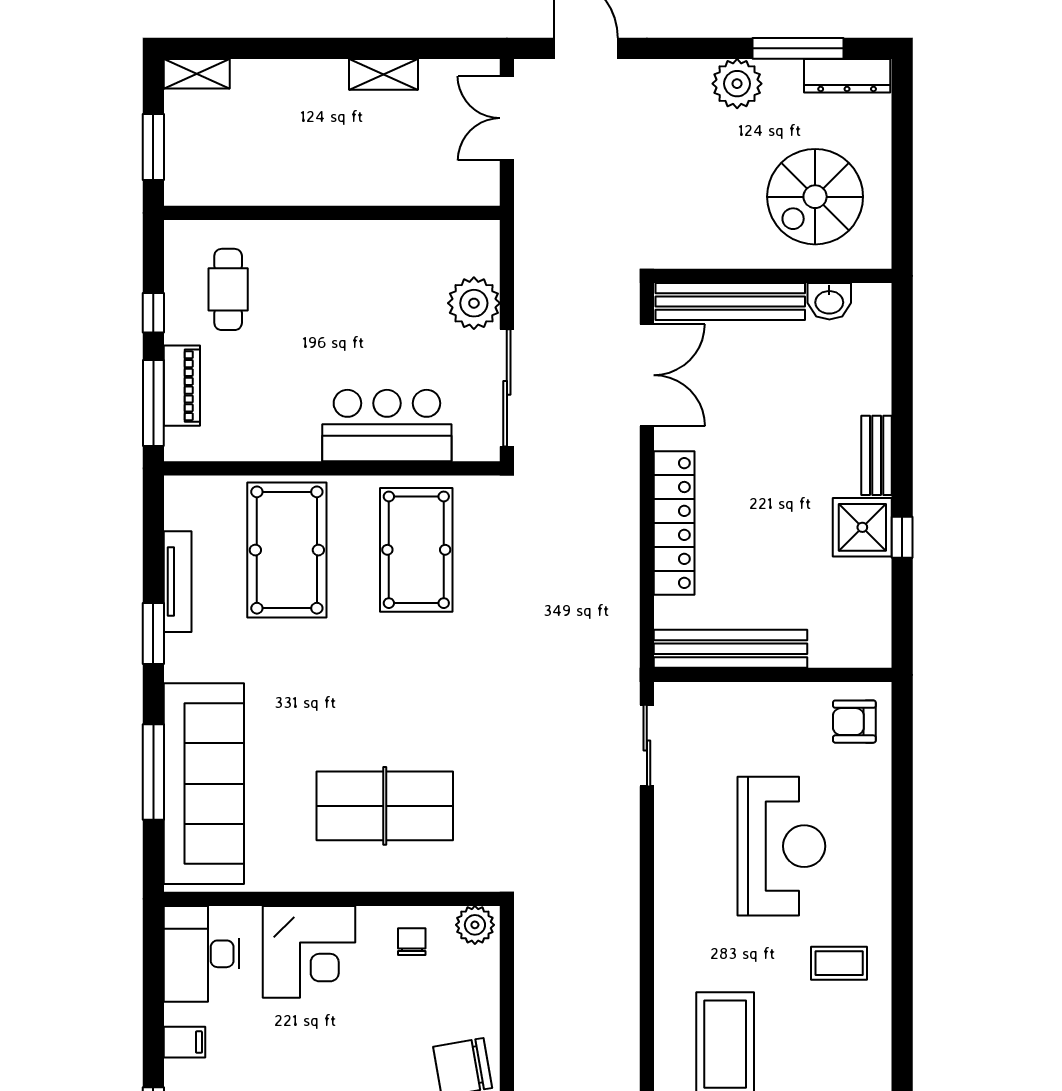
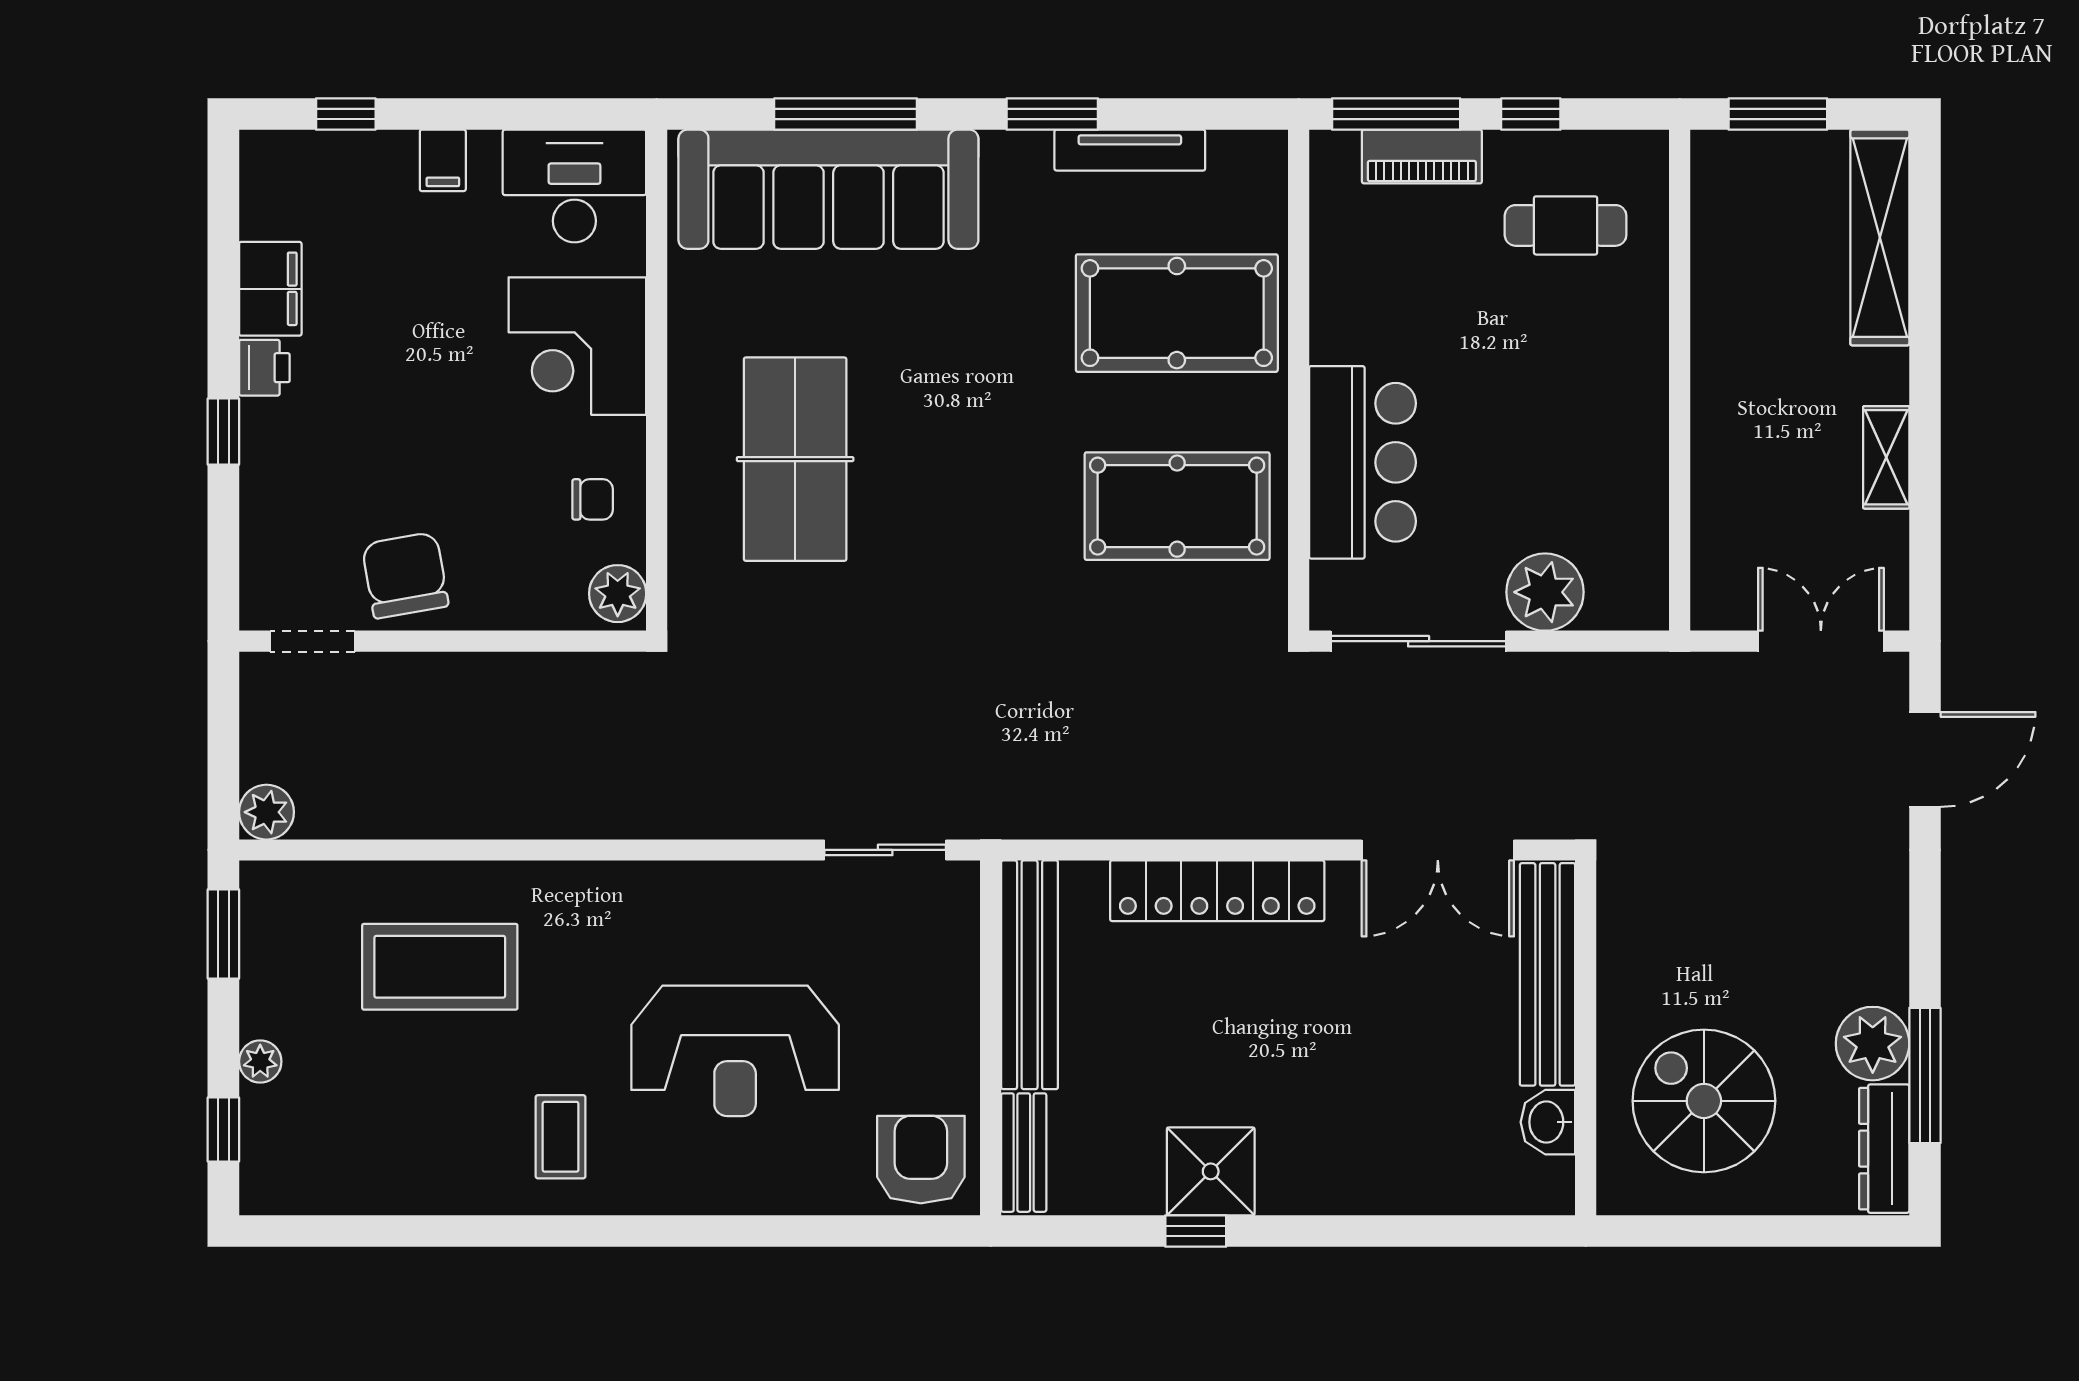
shelving: (197, 74) -> (1880, 238), width x2.20, depth x1.33
plant: (737, 84) -> (1873, 1044), moved
bench: (877, 455) -> (1024, 1153), moved, turned 90
armchair: (854, 722) -> (921, 1160), width x1.38, depth x1.38

